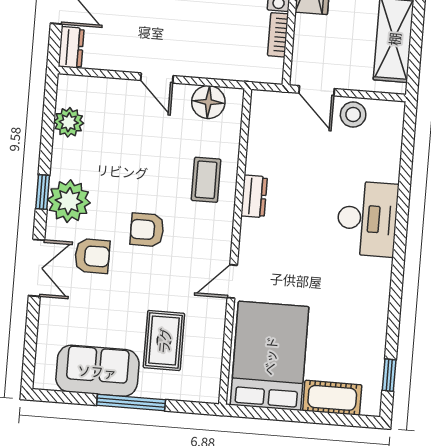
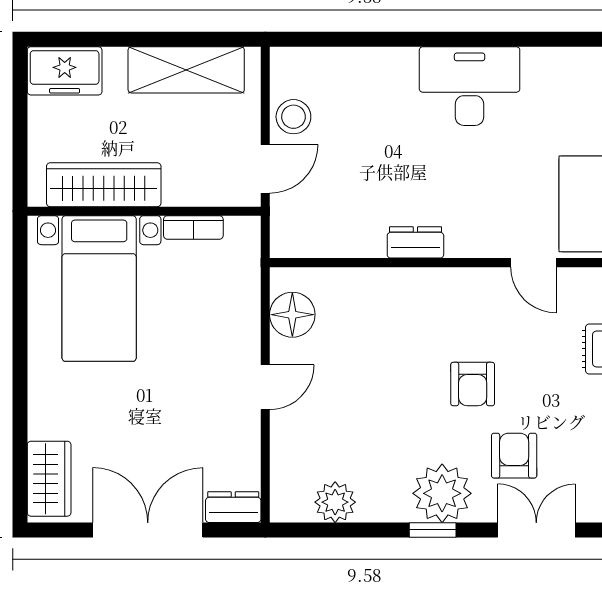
coffee table: (206, 180) -> (398, 309), removed
desk: (367, 219) -> (470, 86), moved

